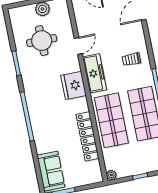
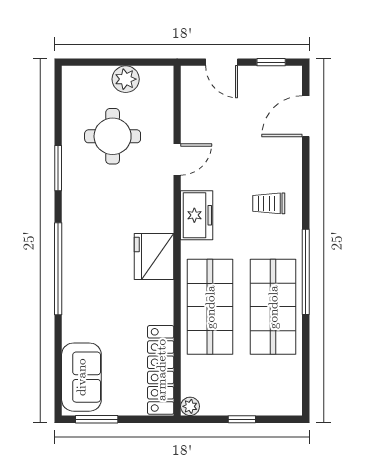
freezer: (95, 73) -> (197, 215), width x0.71
fridge: (73, 85) -> (154, 256), moved
locker: (87, 136) -> (161, 370), moved

